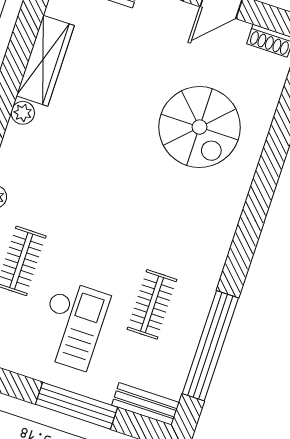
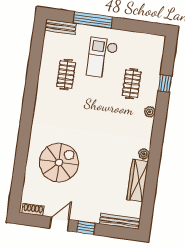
spiral stairs: (200, 127) -> (59, 163), turned 90
window: (210, 346) -> (35, 60), removed

